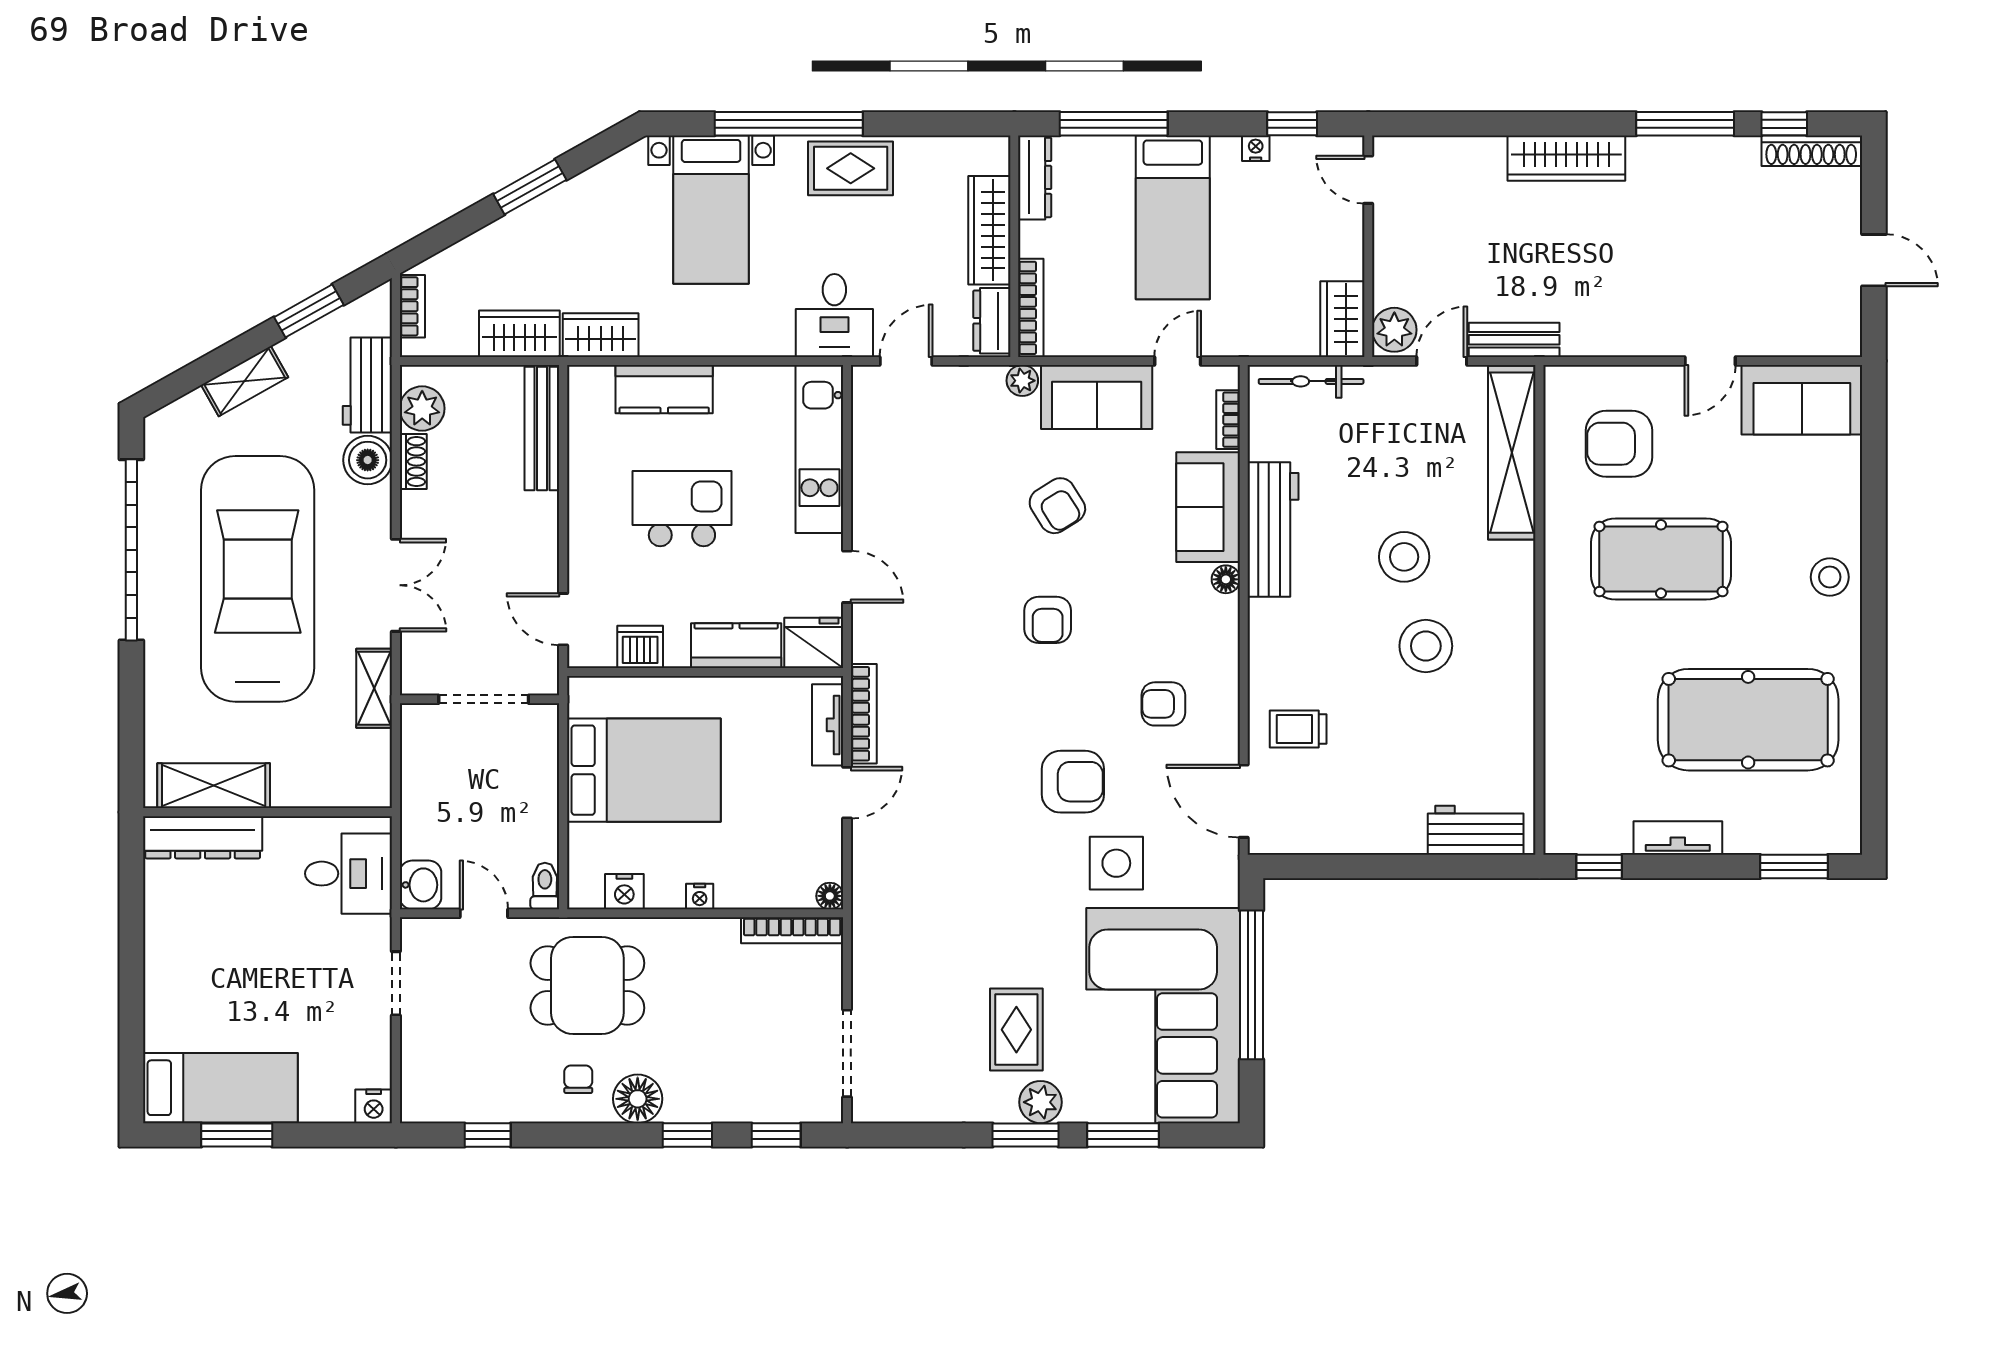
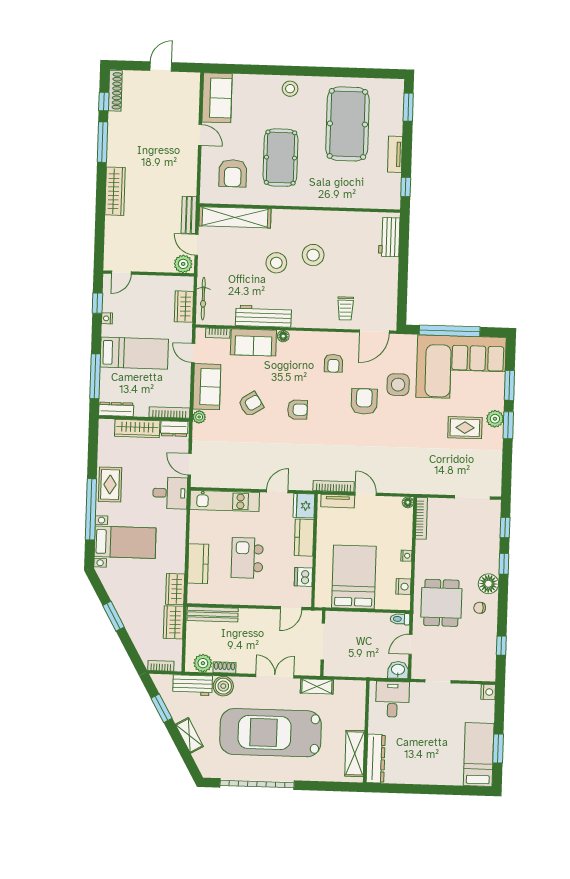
wardrobe: (1342, 319) -> (184, 307), moved, turned 90

